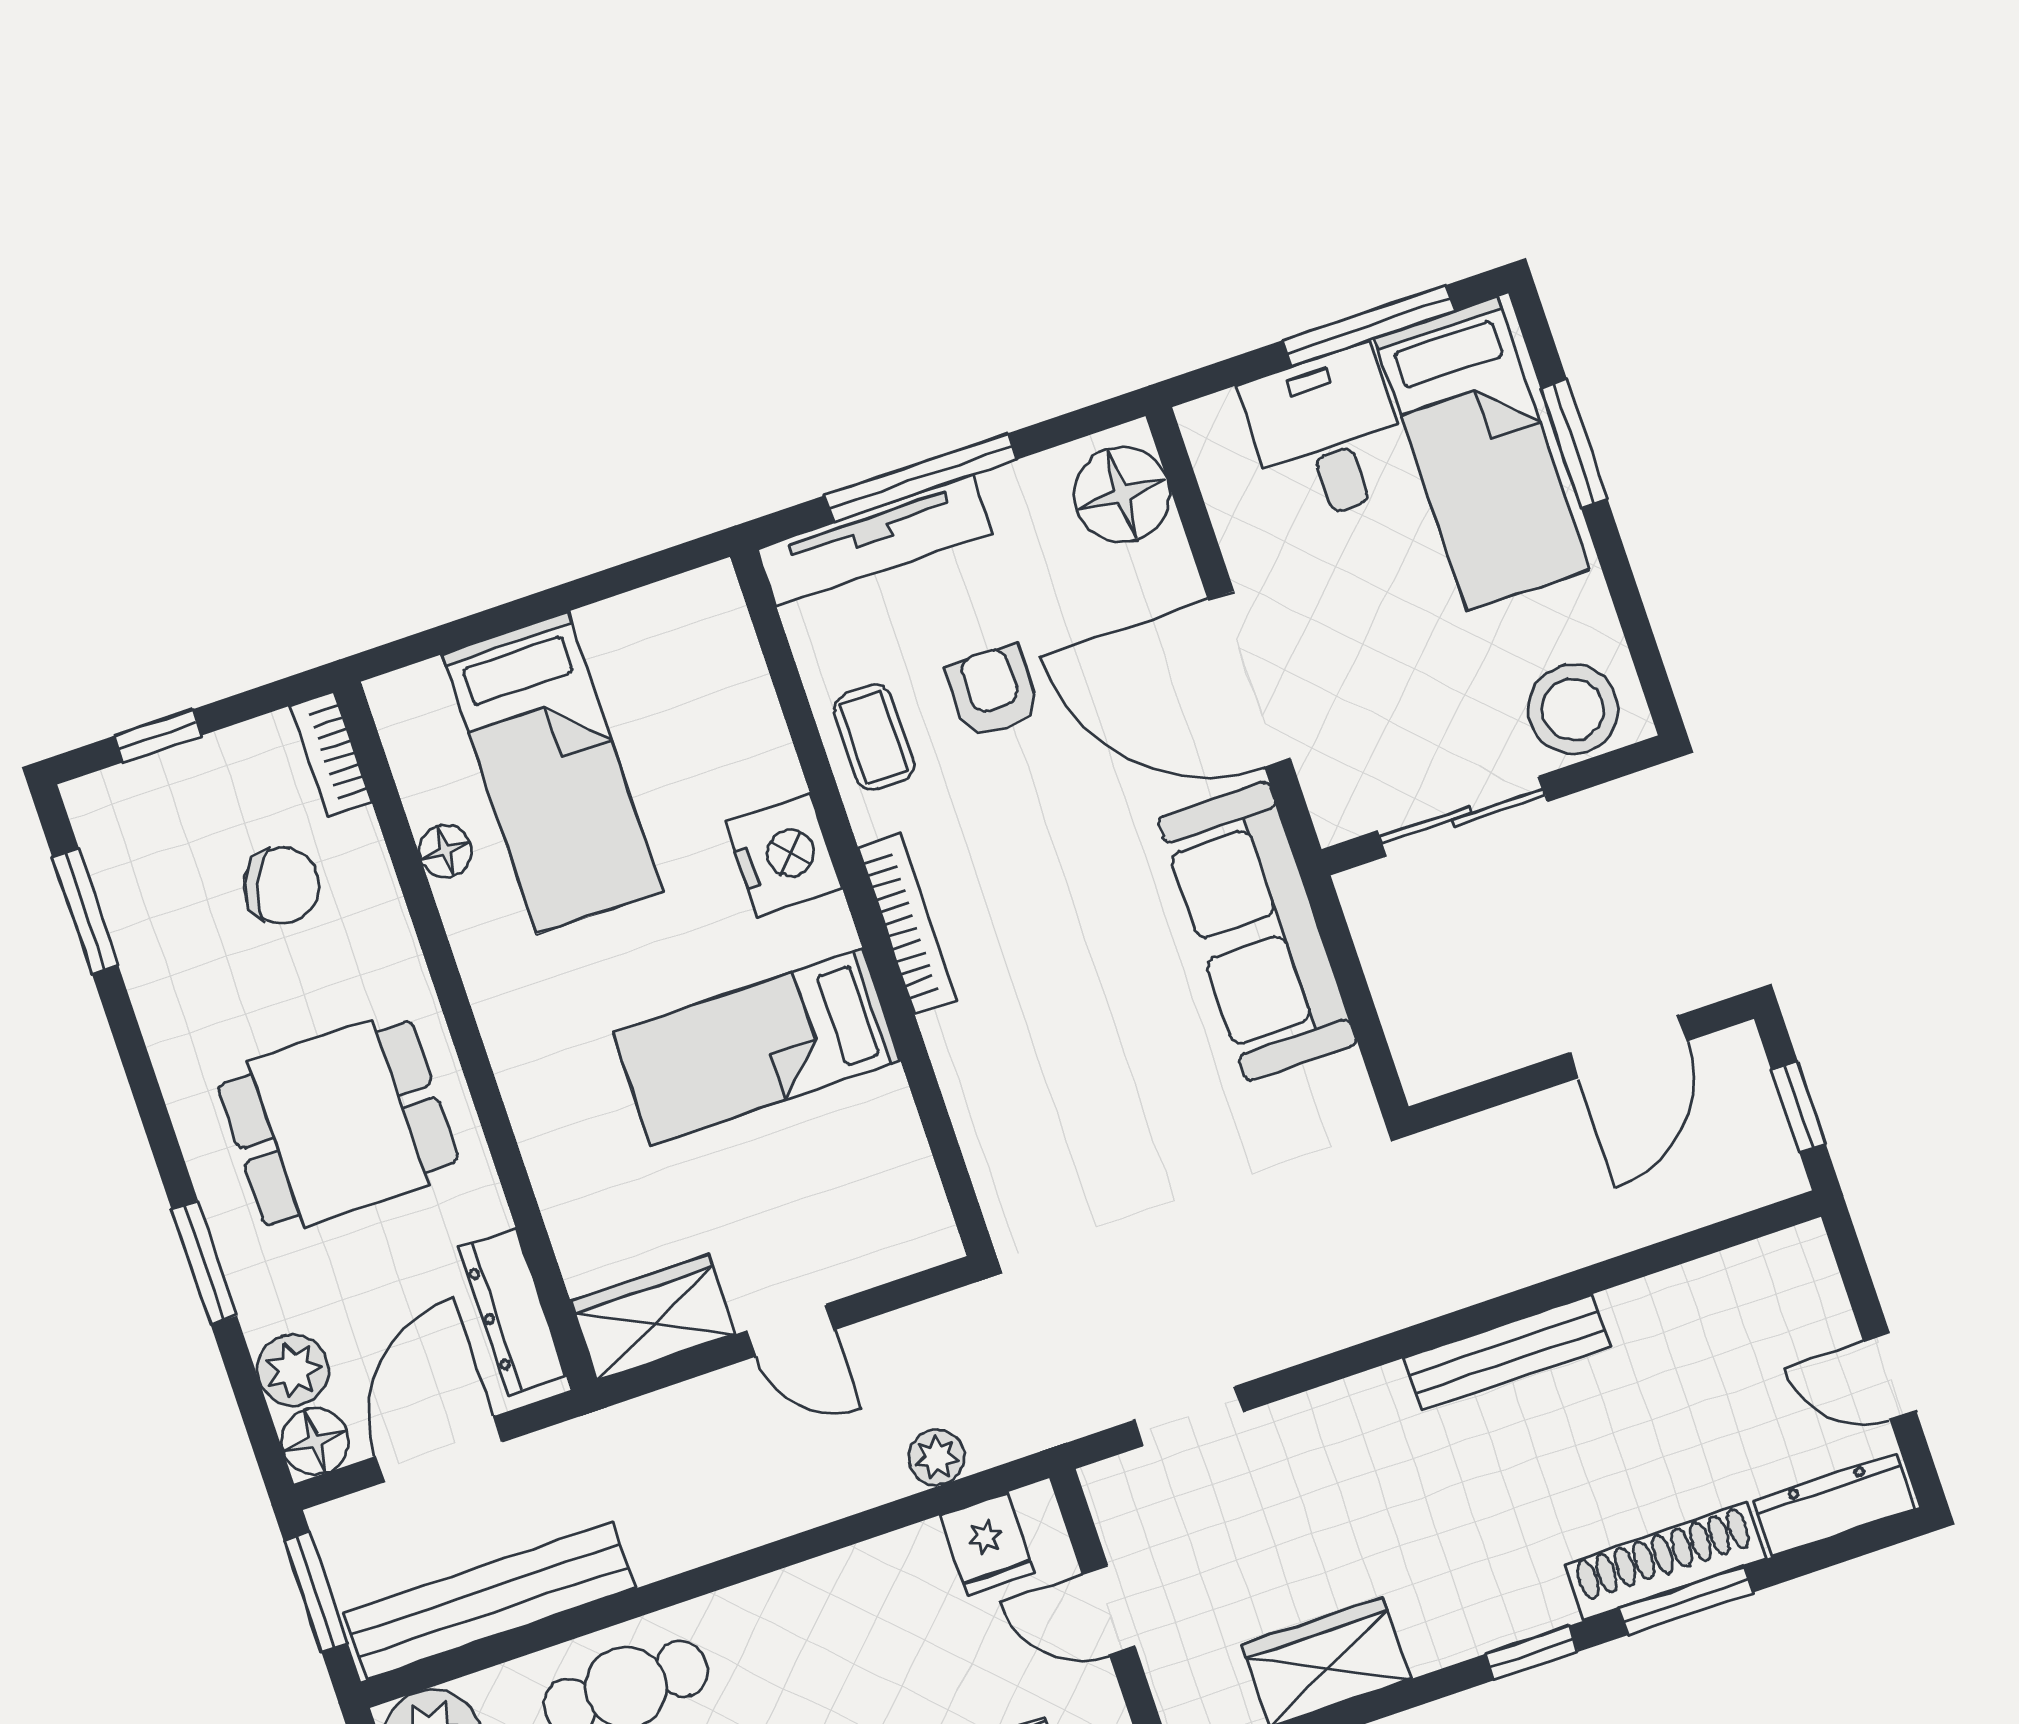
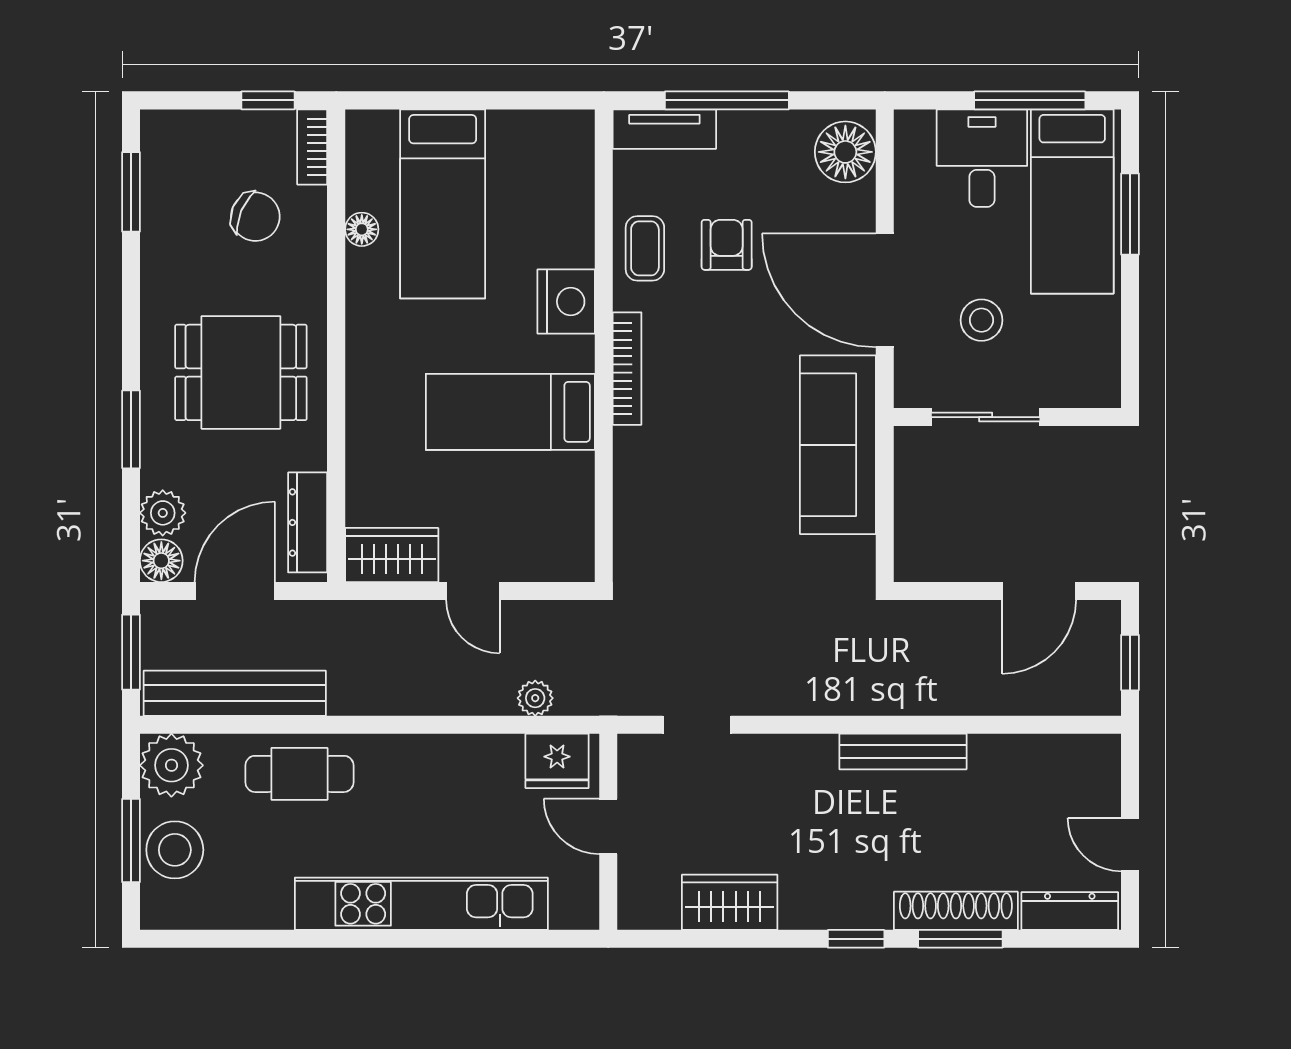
tv unit: (874, 541) -> (664, 129), width x0.71
stool: (1573, 709) -> (981, 320), moved, width x0.73, depth x0.73
window: (158, 736) -> (268, 100), moved
fridge: (987, 1544) -> (557, 761), width x1.38

